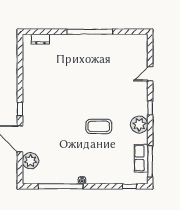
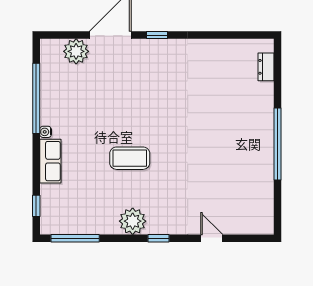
coffee table: (99, 126) -> (130, 158), turned 90
row of seats: (141, 158) -> (50, 161), moved, turned 90

